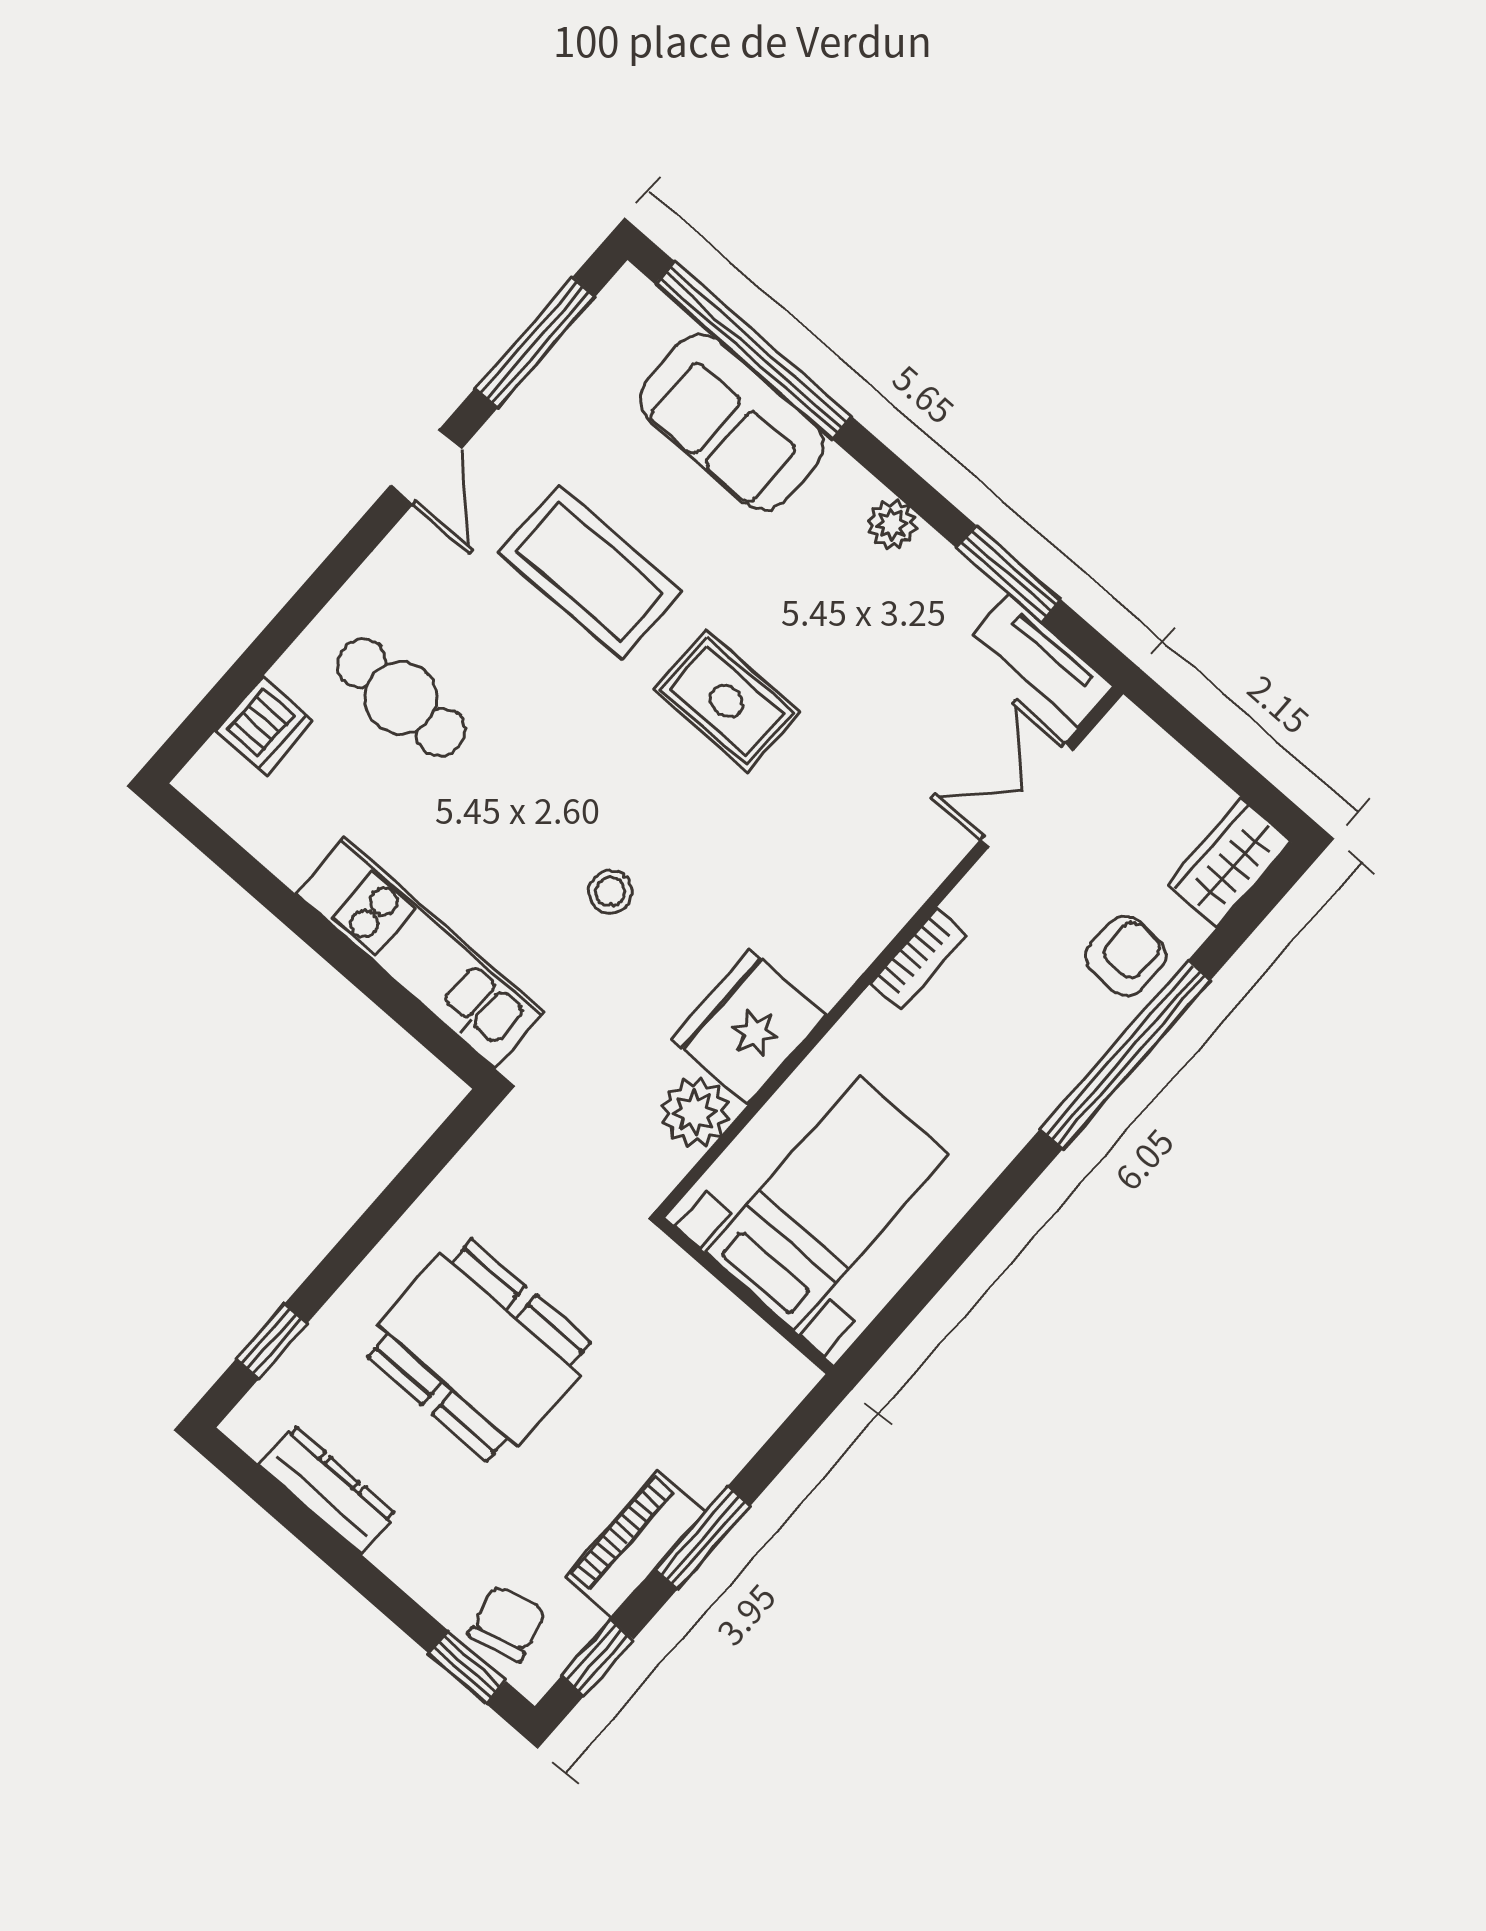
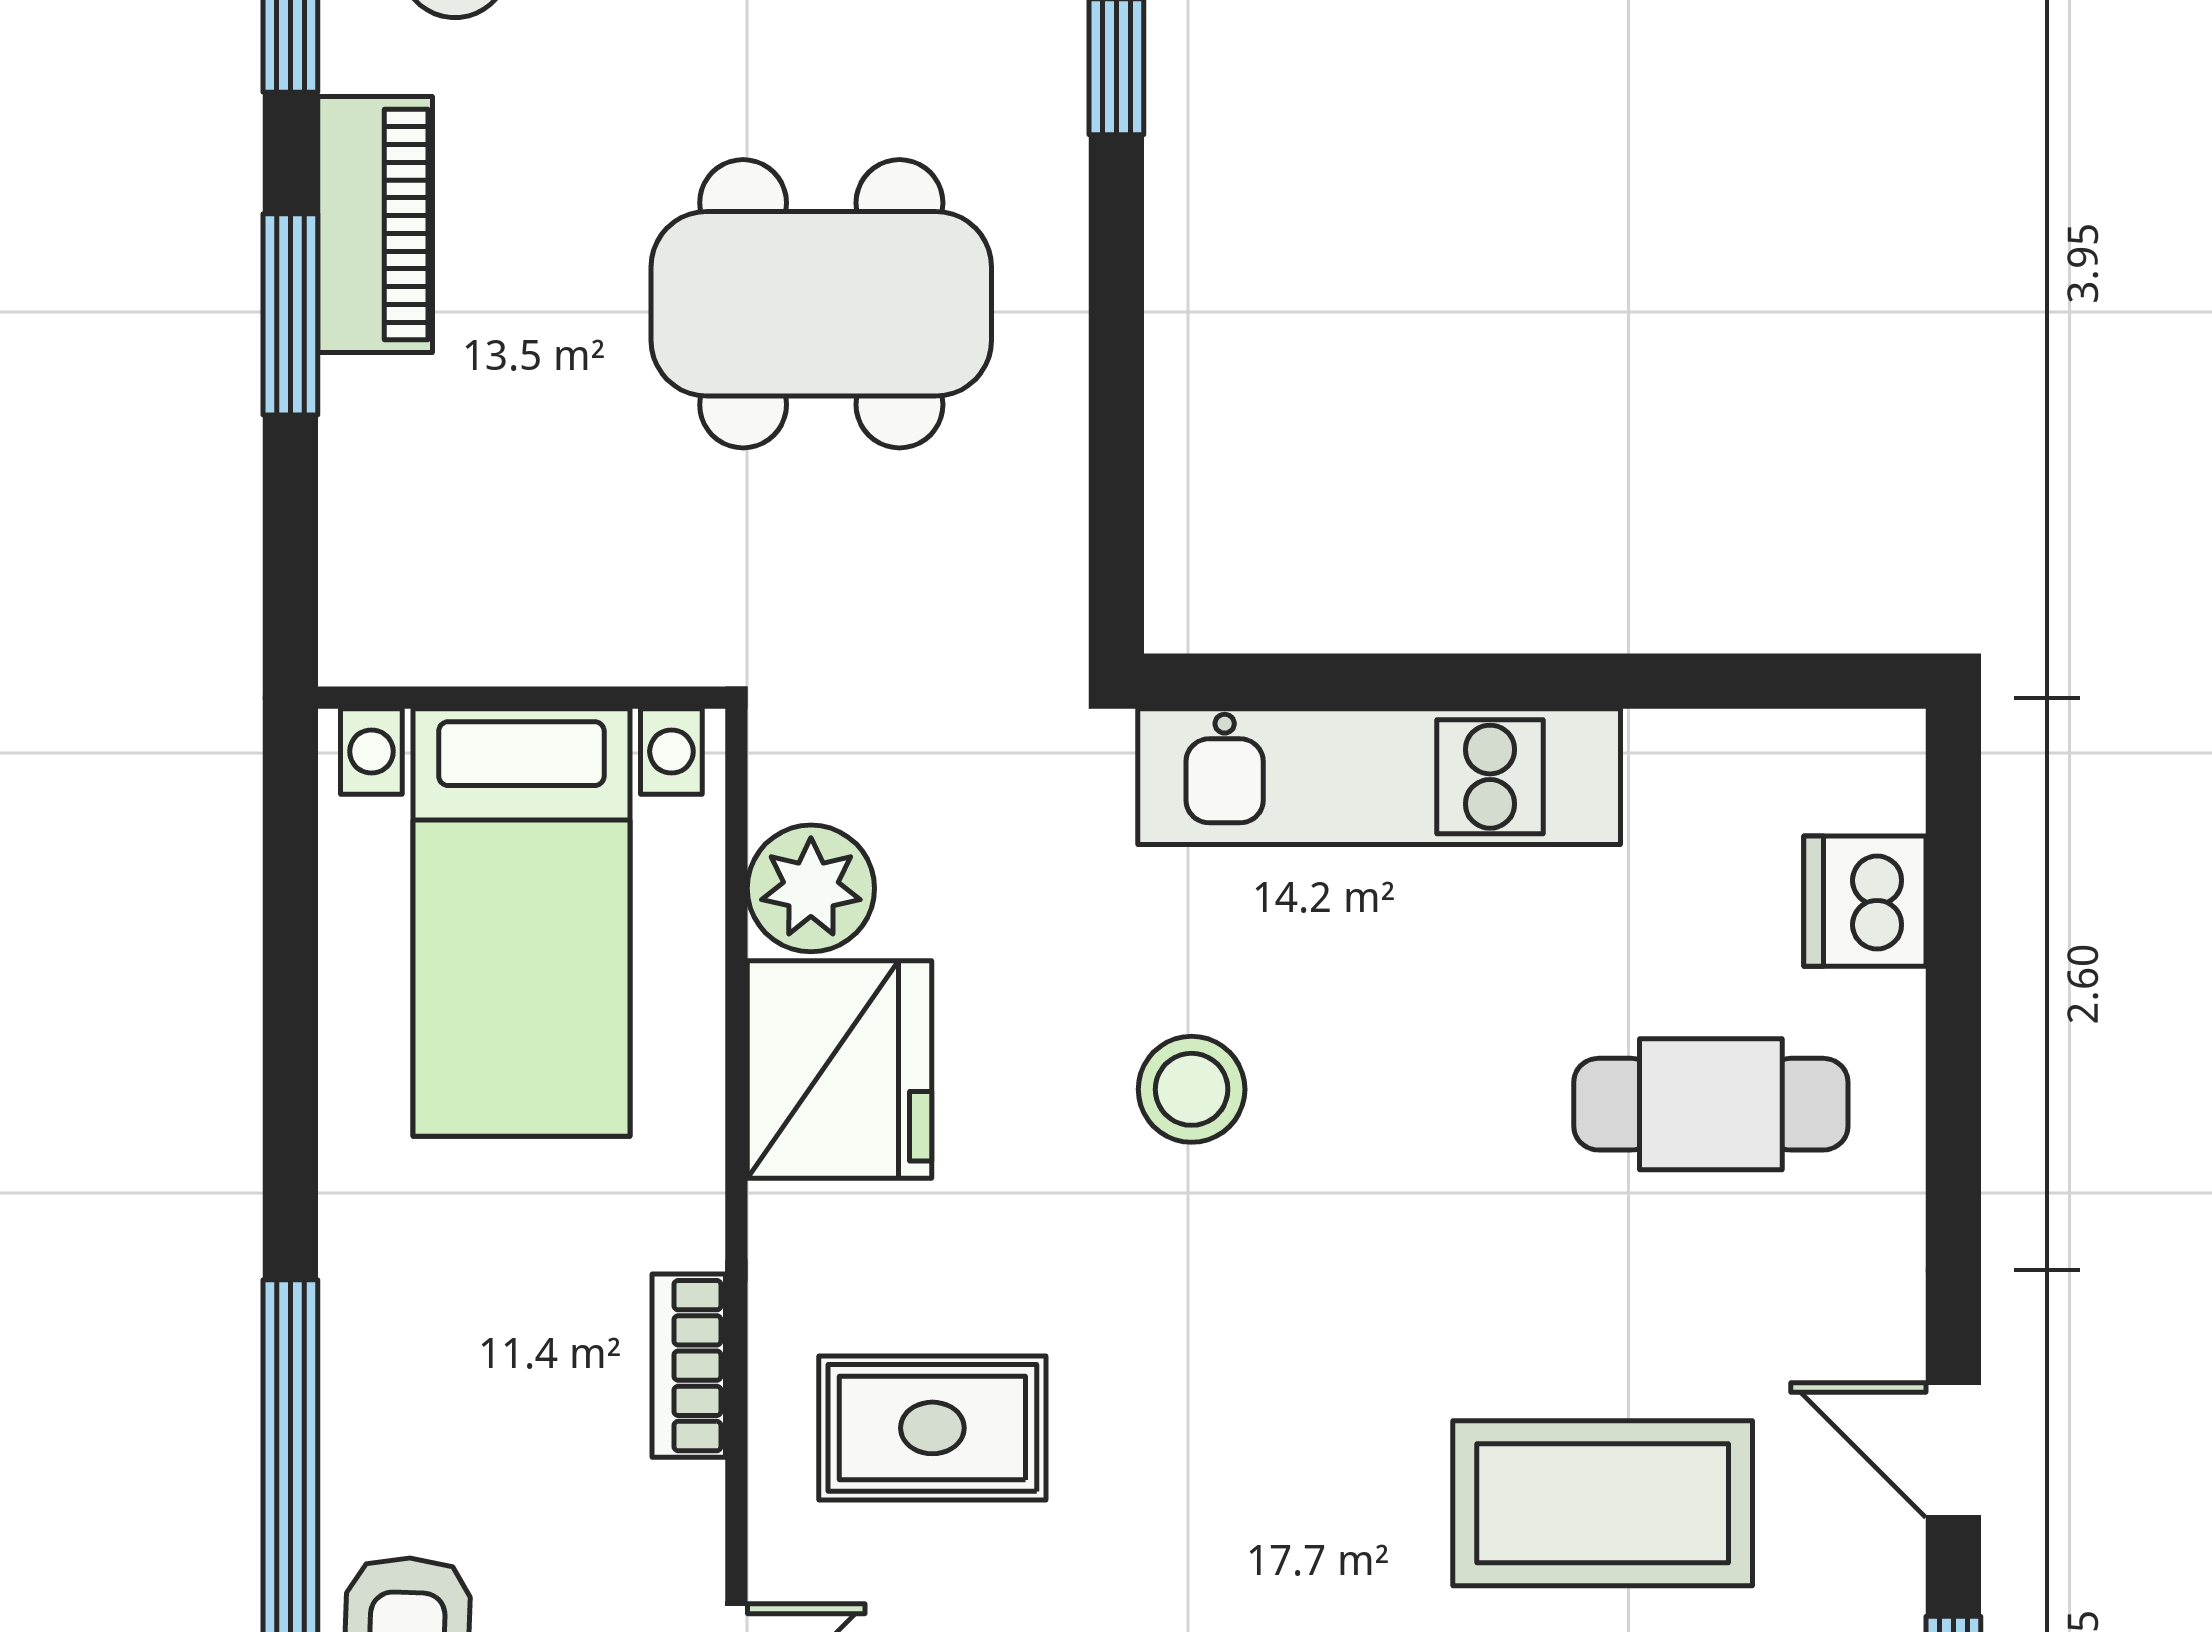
rug: (727, 701) -> (932, 1428), moved
stool: (610, 892) -> (1192, 1089), width x1.37, depth x1.37

